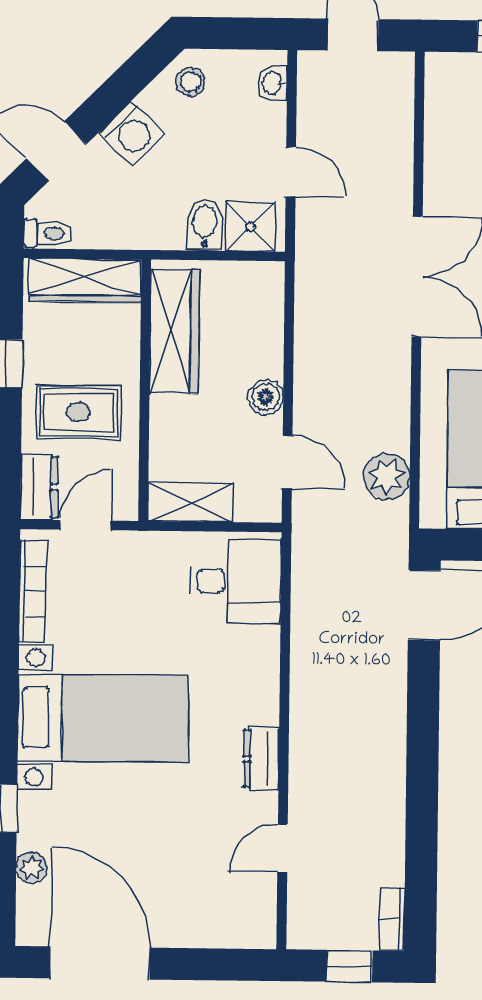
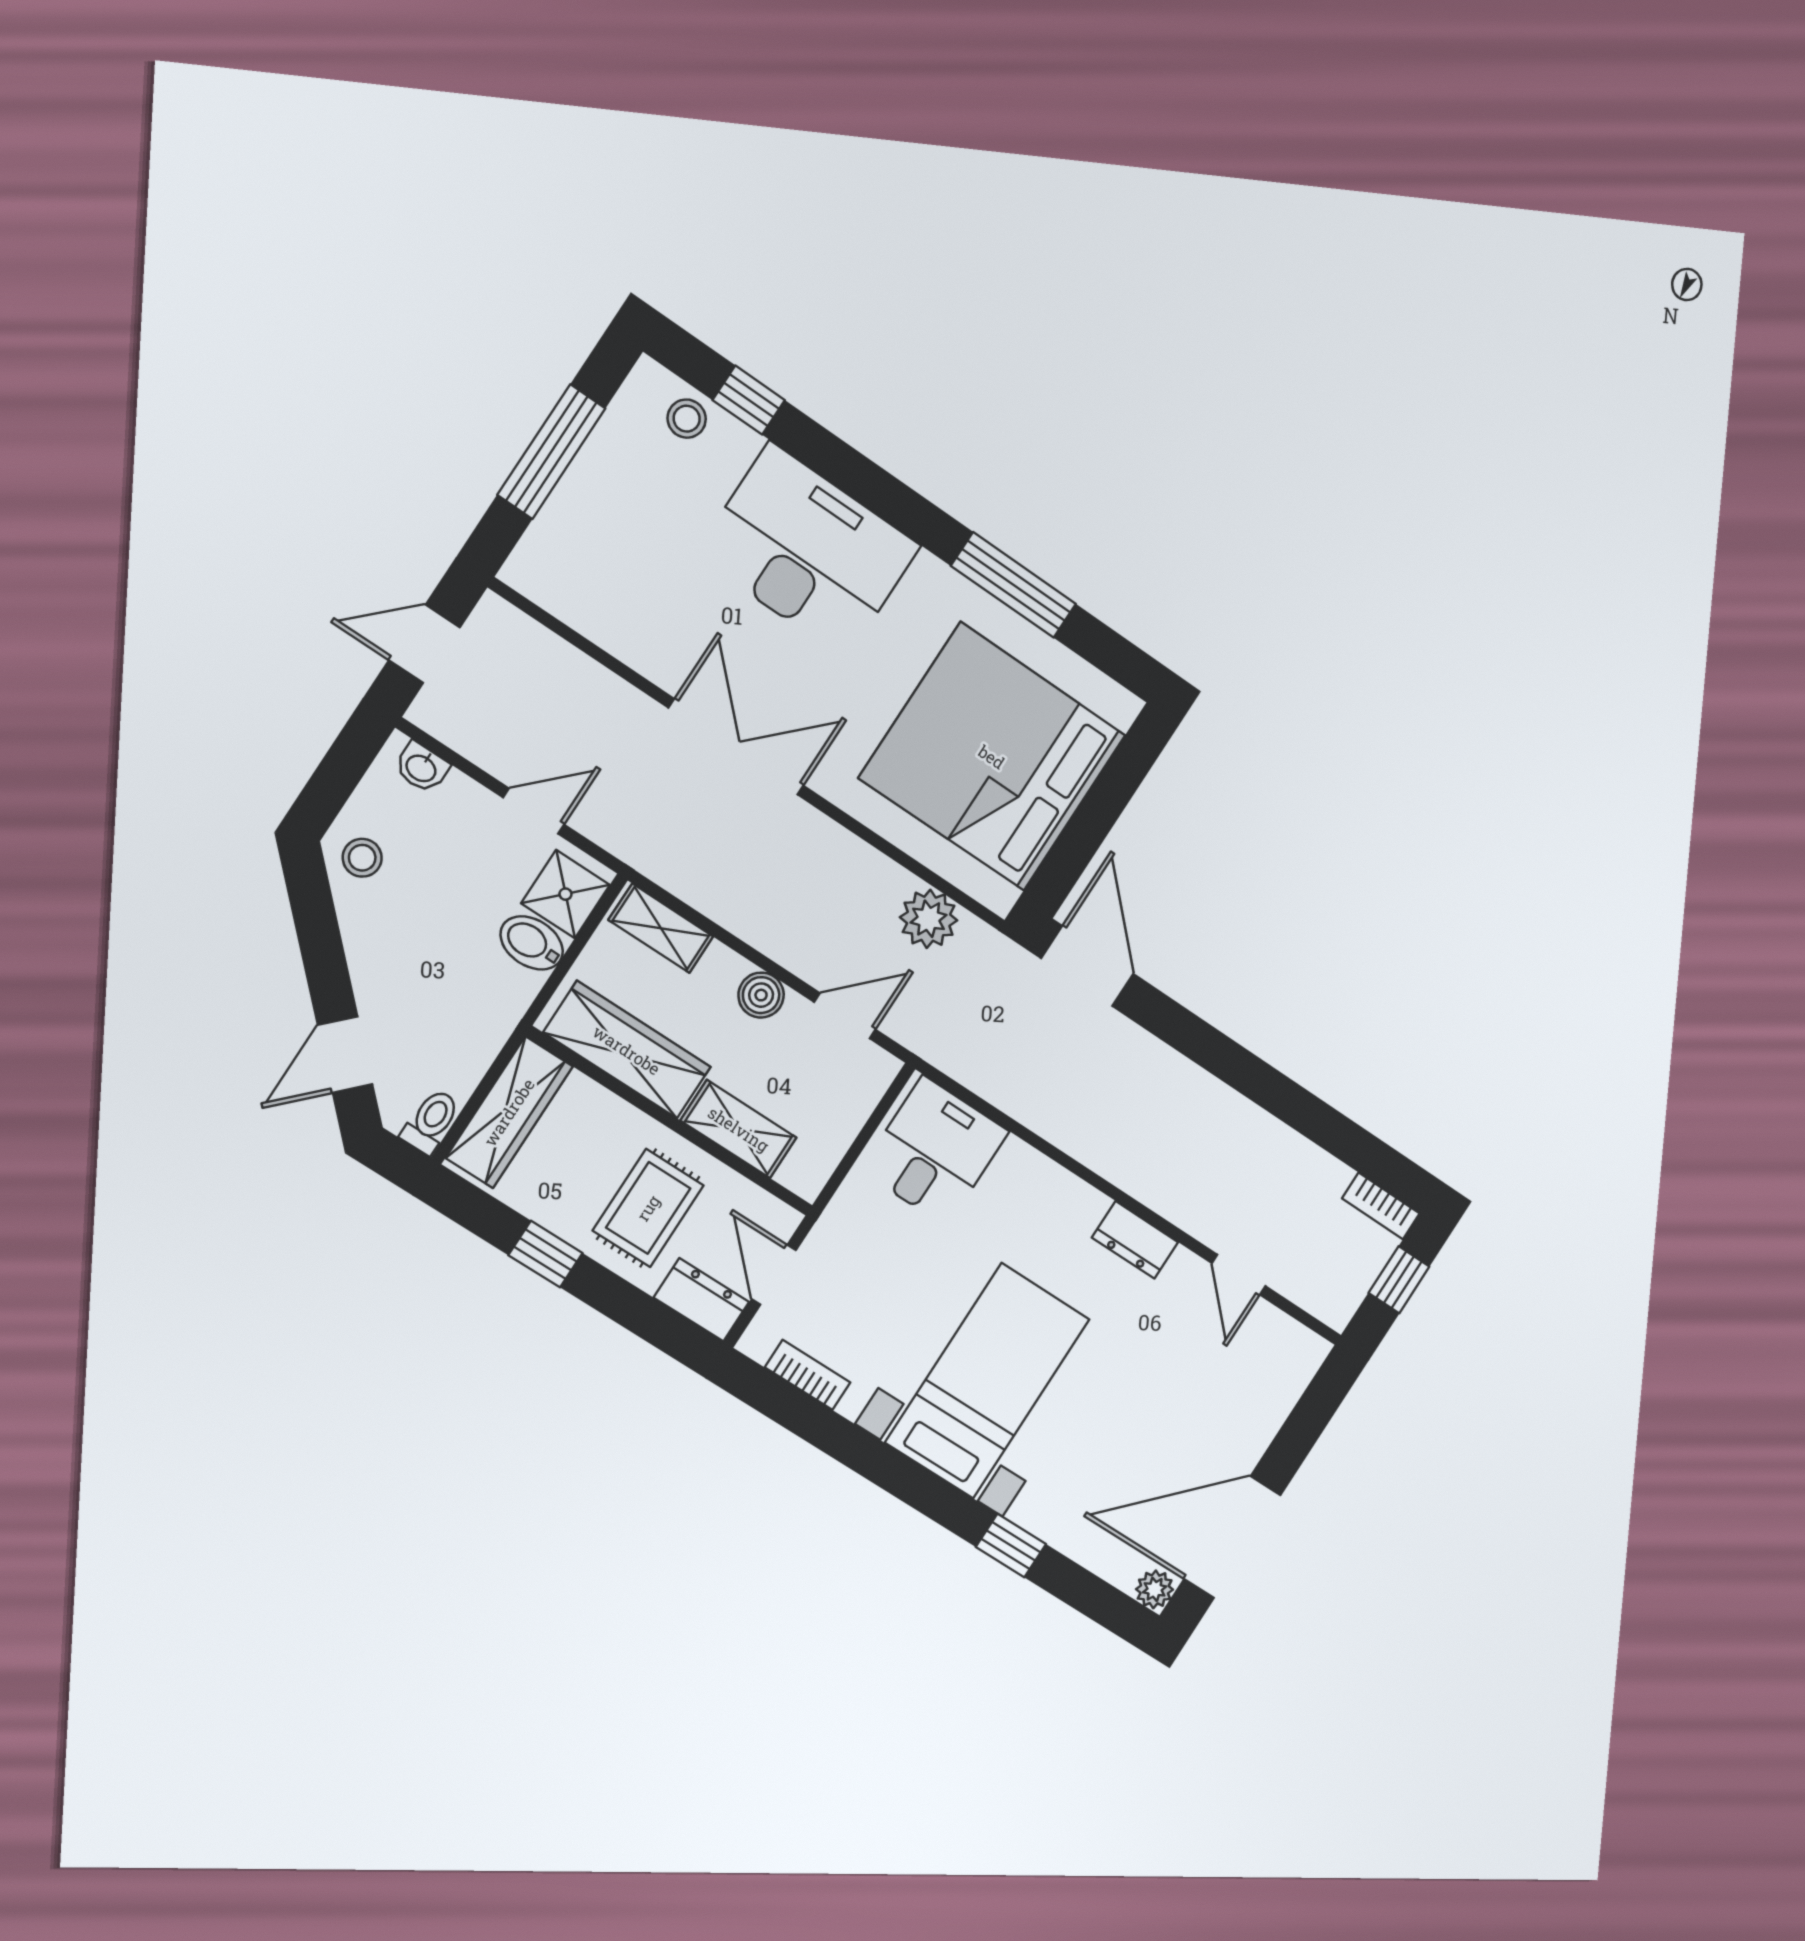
washing machine: (132, 133) -> (378, 959), removed
shelving: (268, 303) -> (661, 928), added
shelving: (190, 503) -> (739, 1129), moved, turned 90
bookcase: (32, 591) -> (808, 1375), width x0.64
plant: (32, 868) -> (1155, 1589), moved

